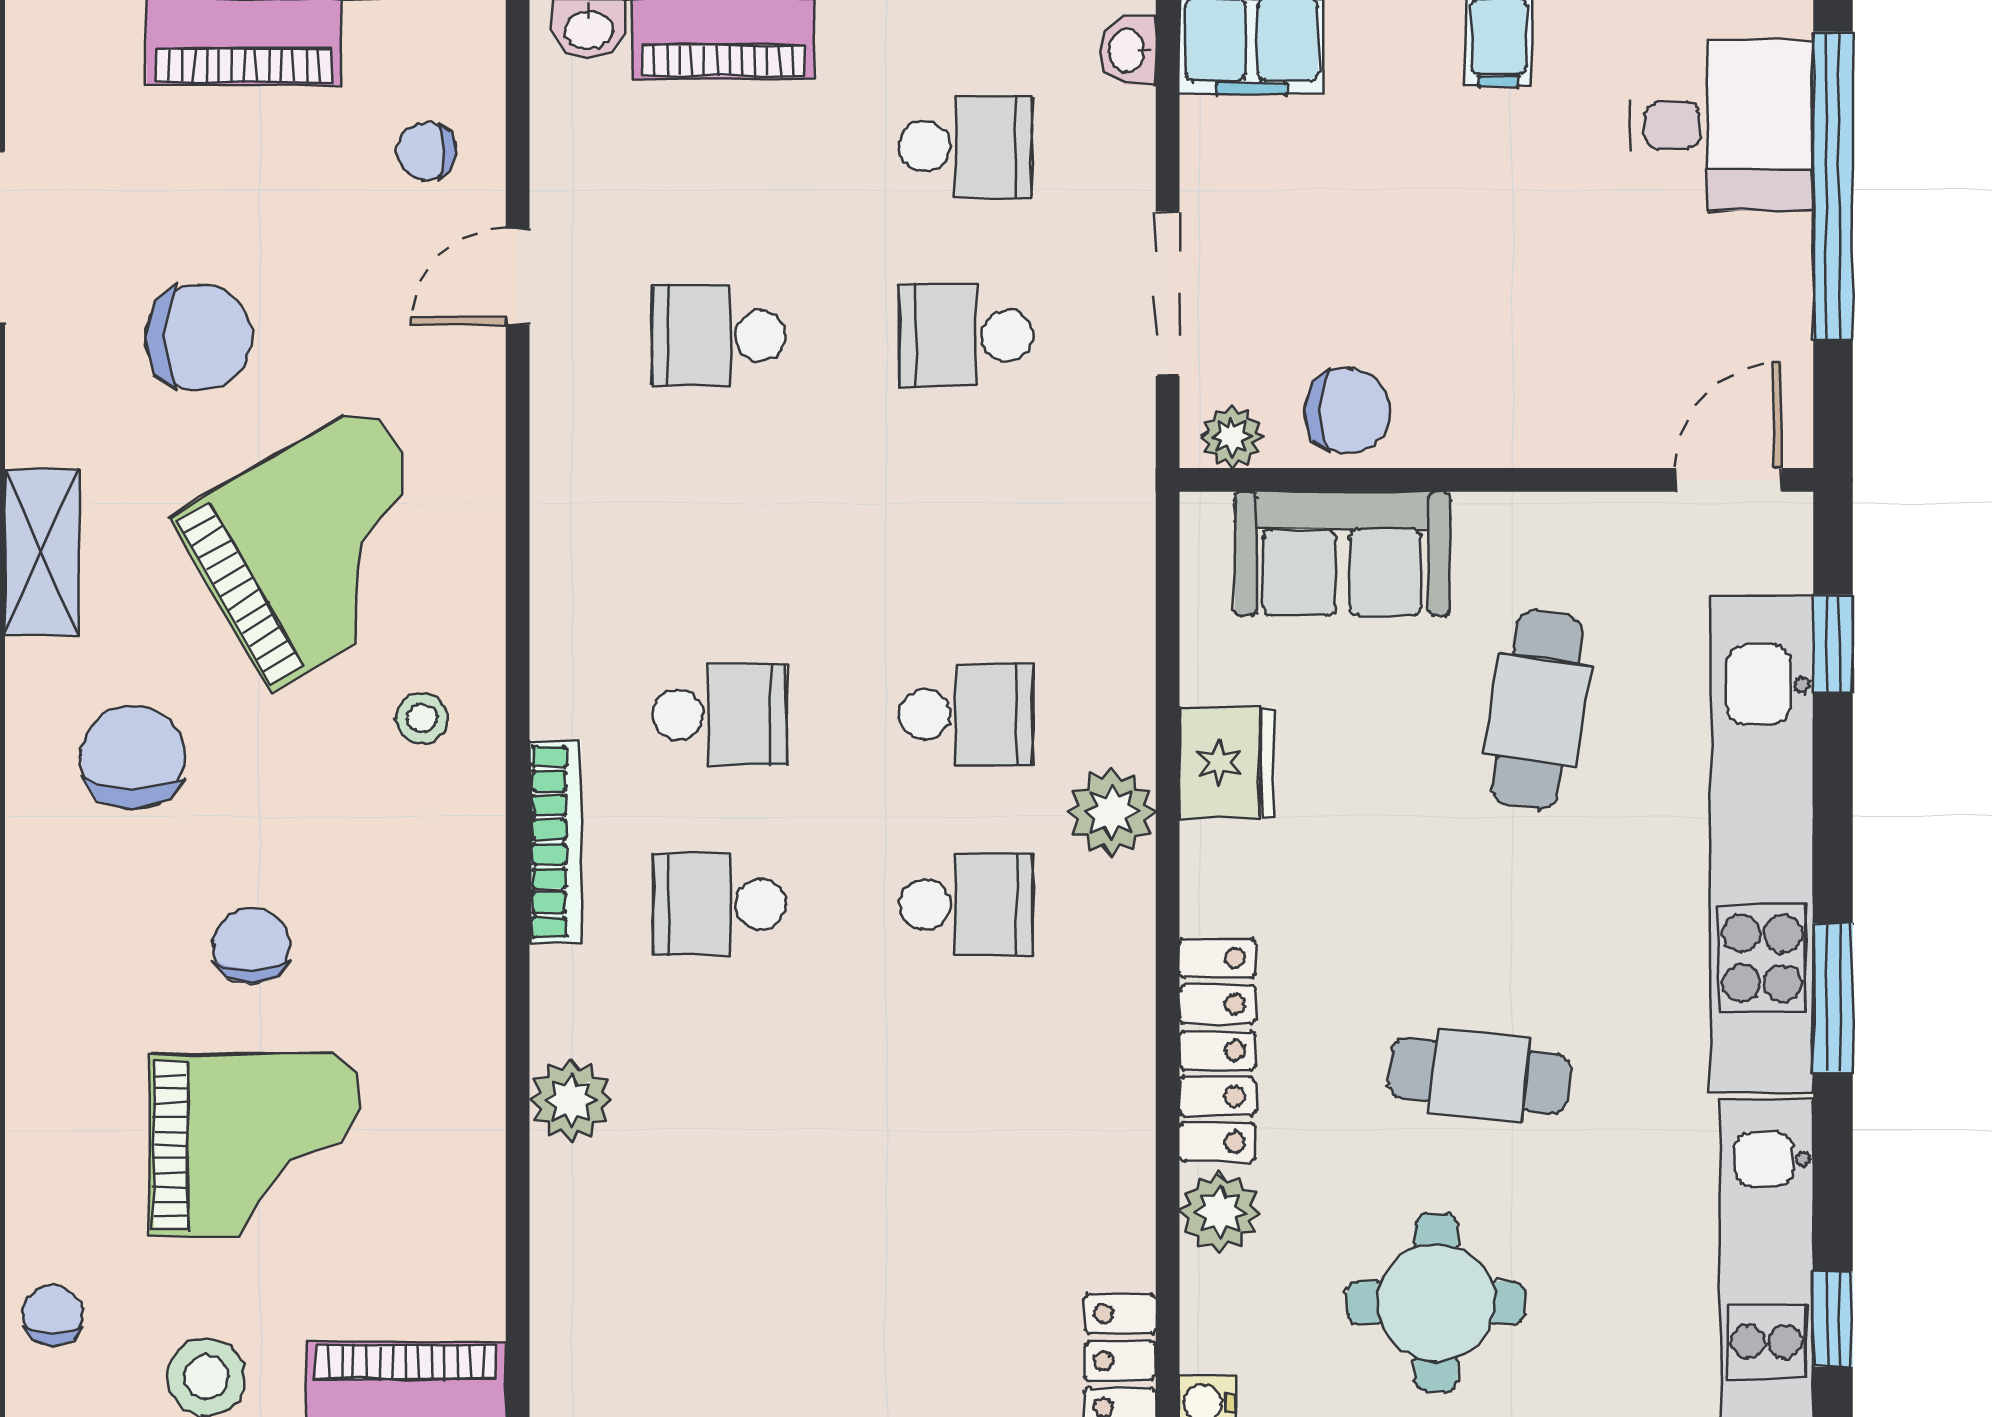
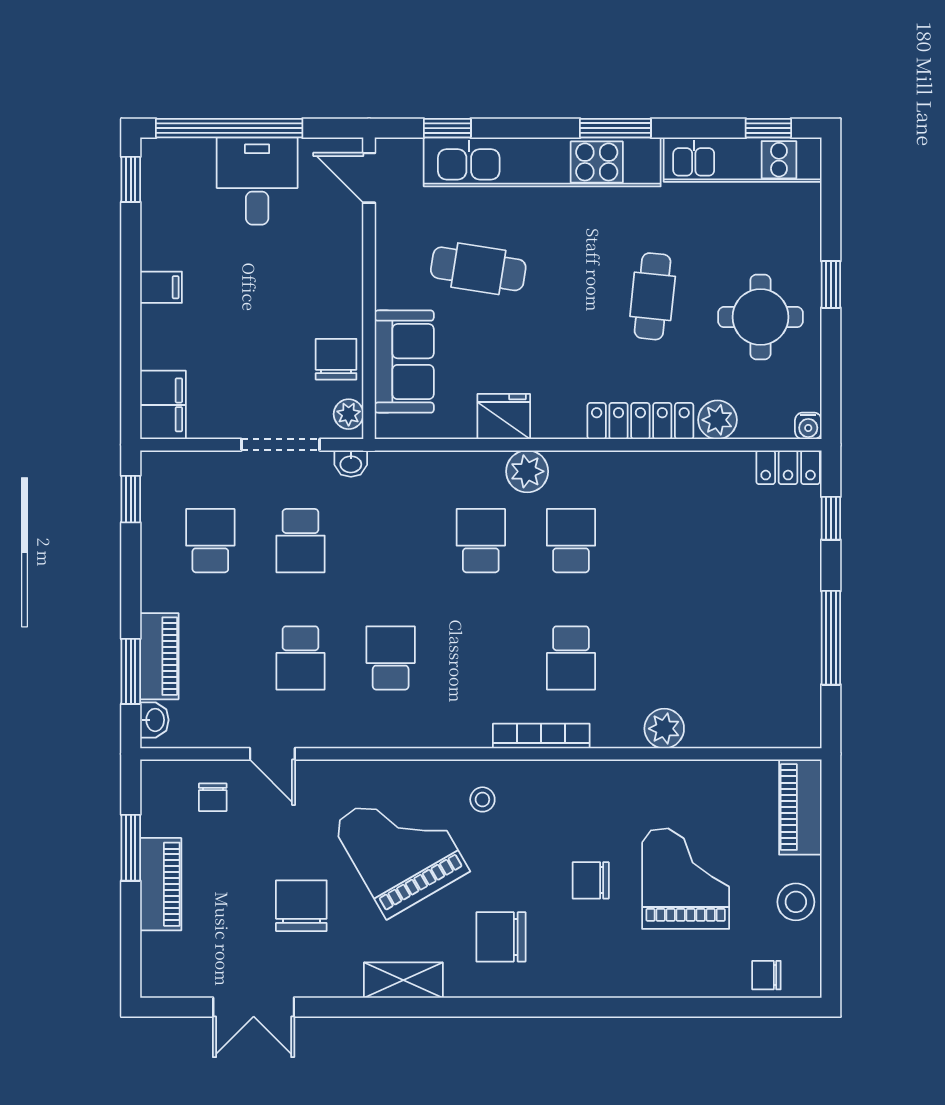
washbasin: (1128, 51) -> (351, 464), moved
desk: (1722, 125) -> (257, 181), moved
school desk: (719, 715) -> (391, 658), moved

